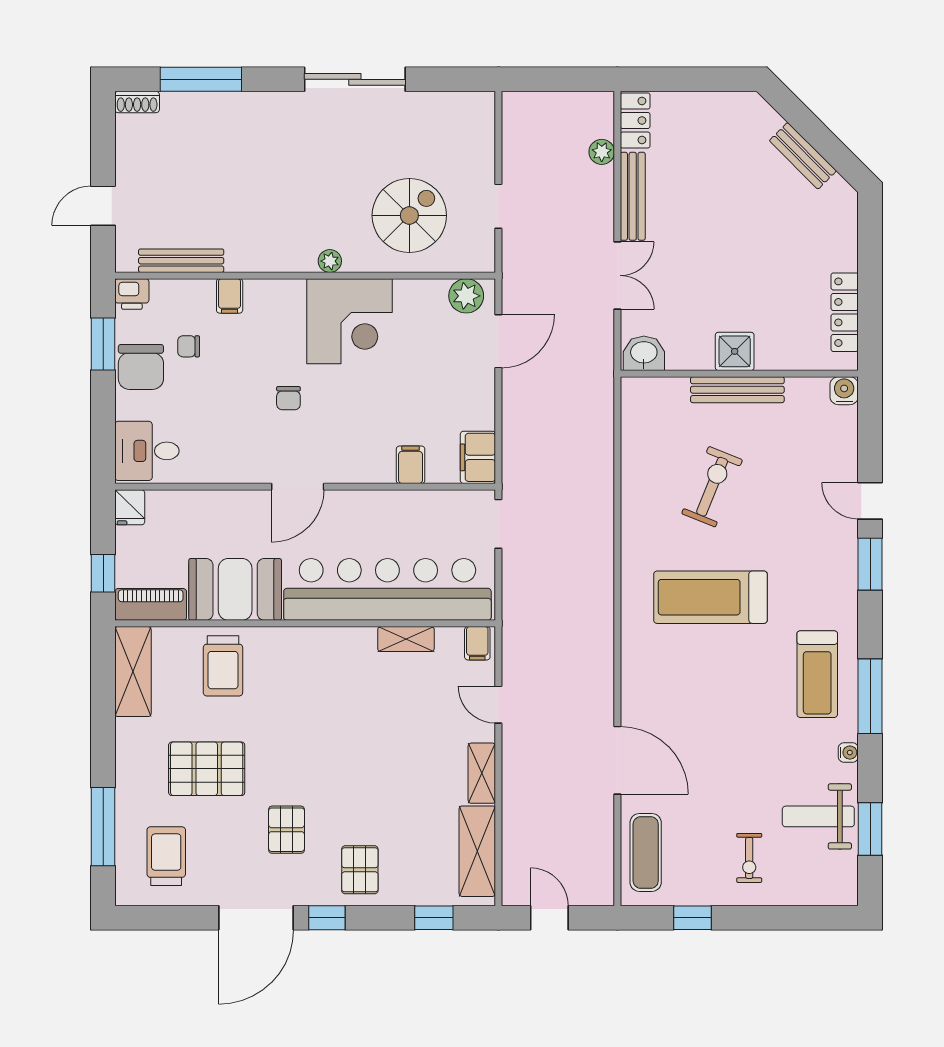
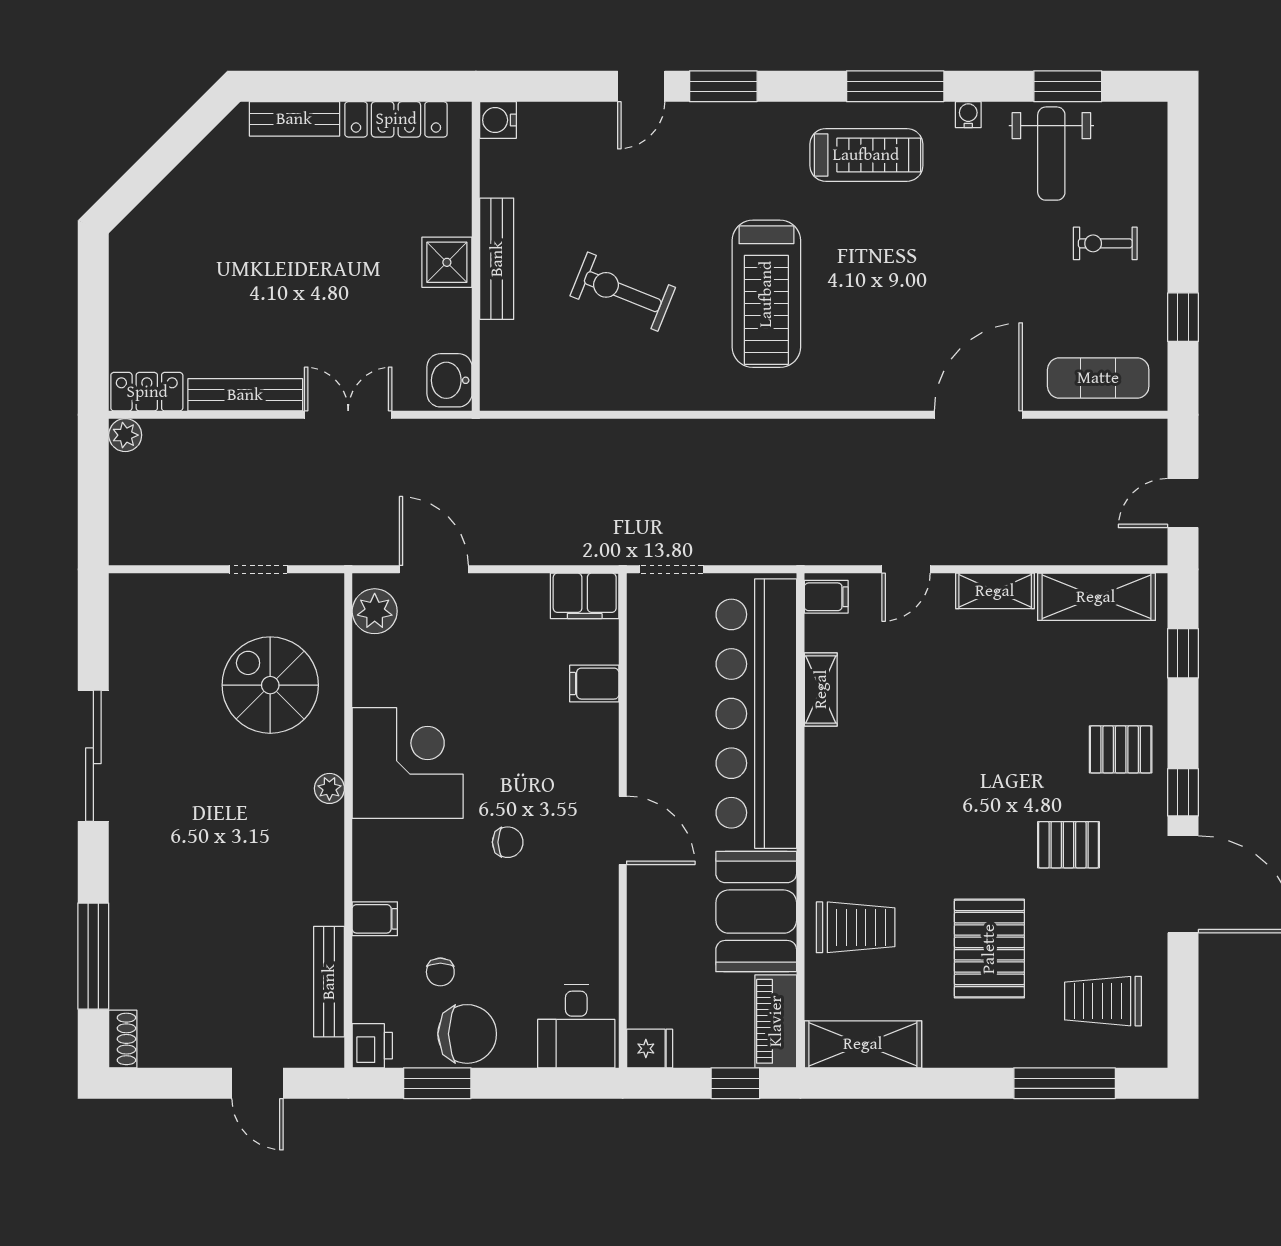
plant: (602, 152) -> (125, 435), moved
bench: (803, 156) -> (294, 119), moved, turned 45
exercise bike: (749, 858) -> (1105, 243), turned 180

